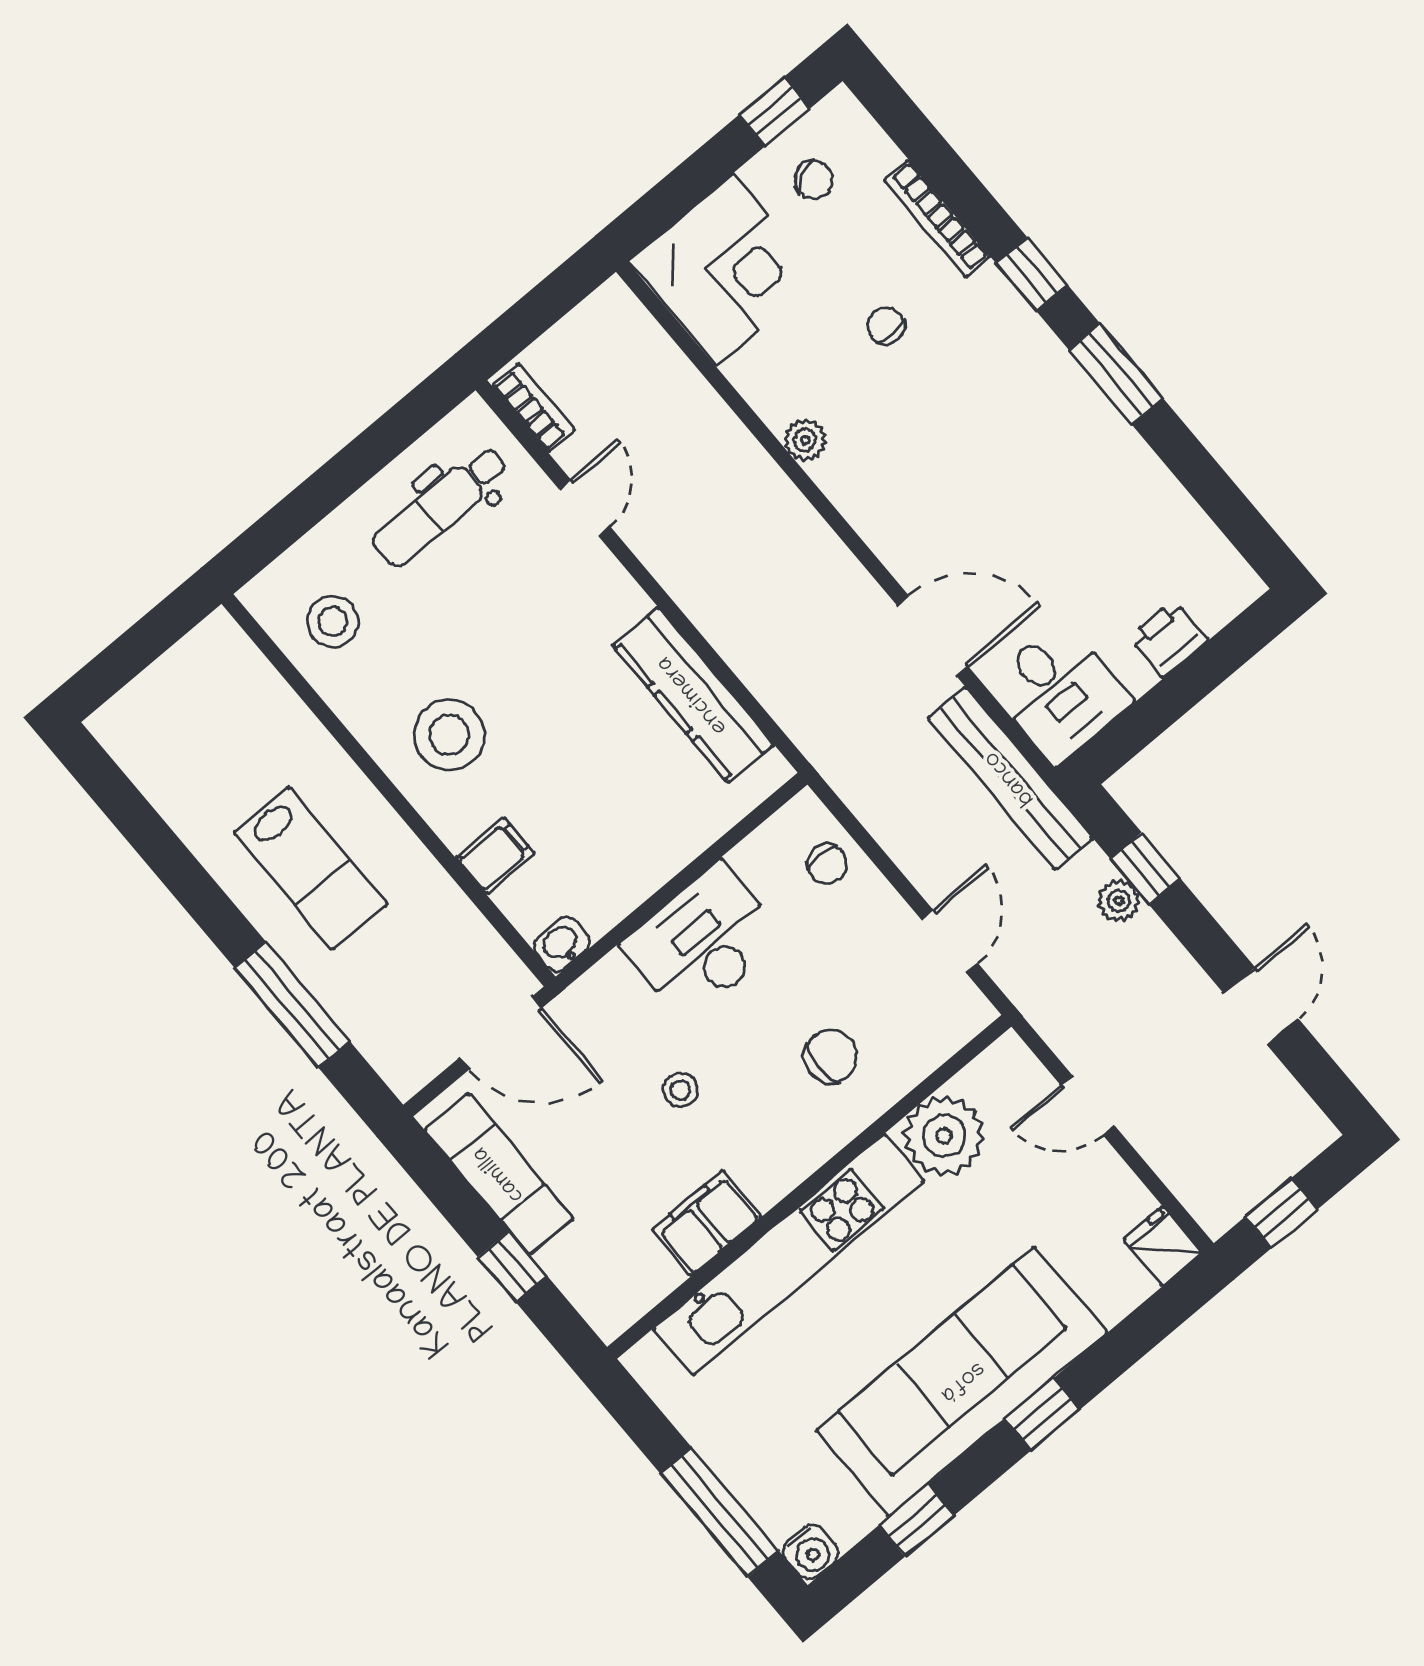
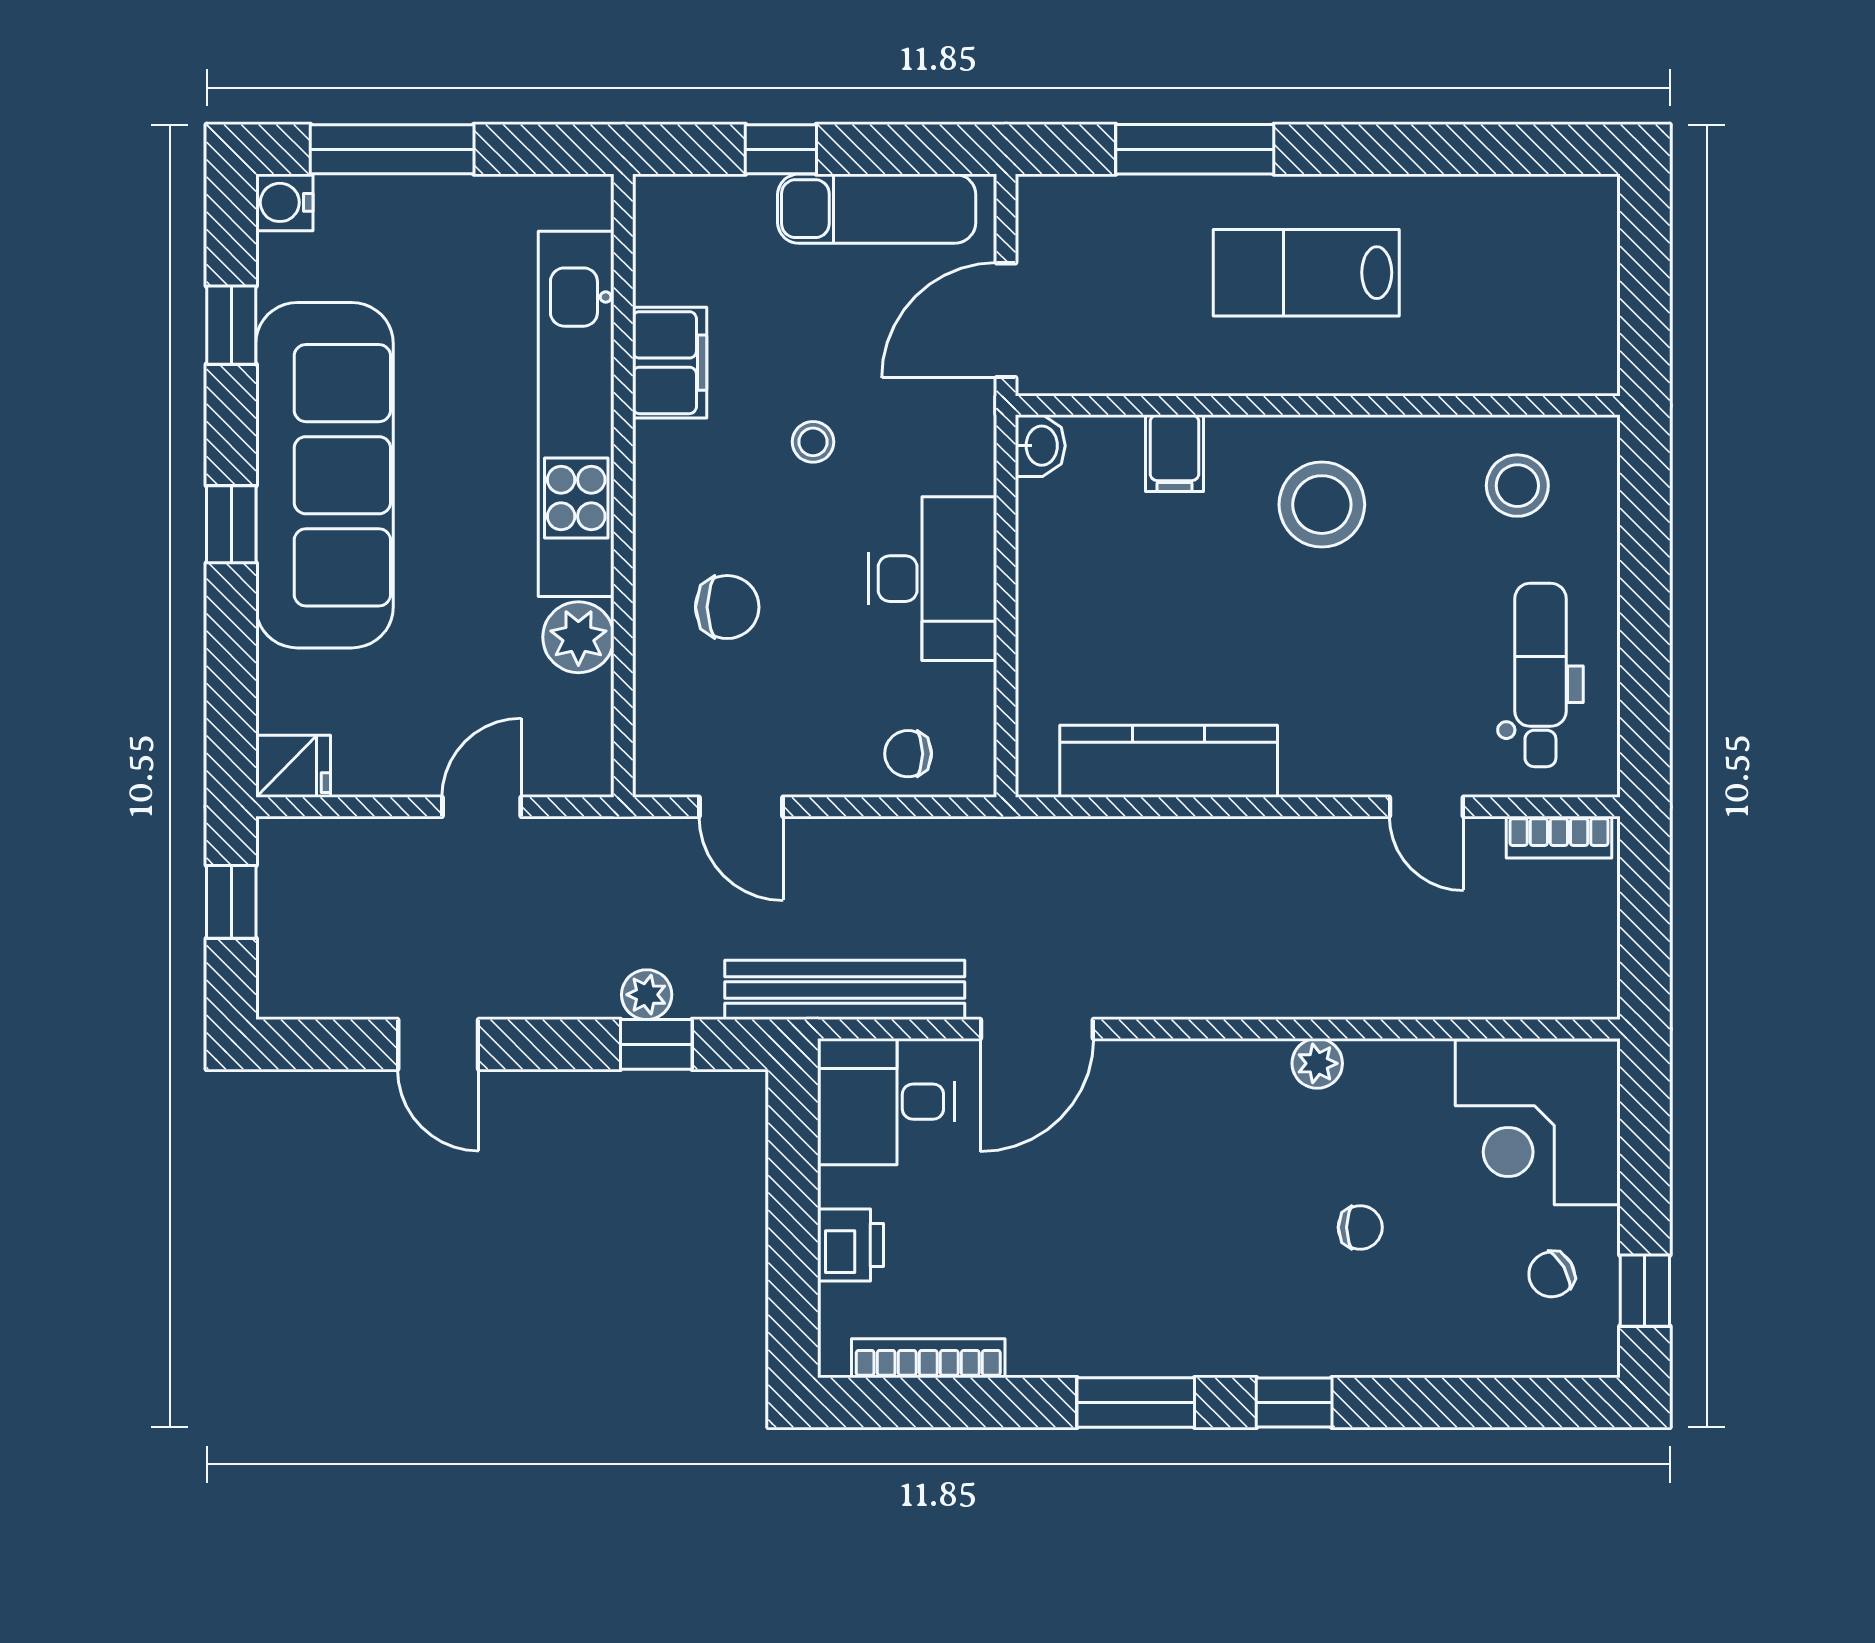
bookcase: (937, 218) -> (928, 1358), moved
chair: (831, 1056) -> (727, 607), turned -90
plant: (944, 1136) -> (578, 637), width x0.73, depth x0.73

